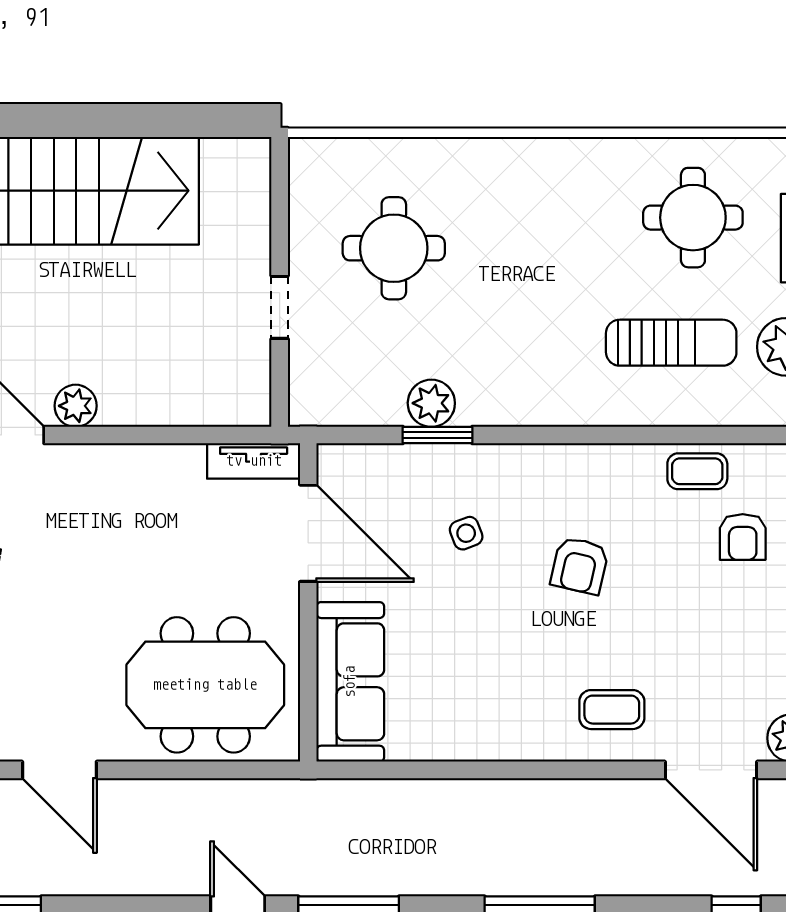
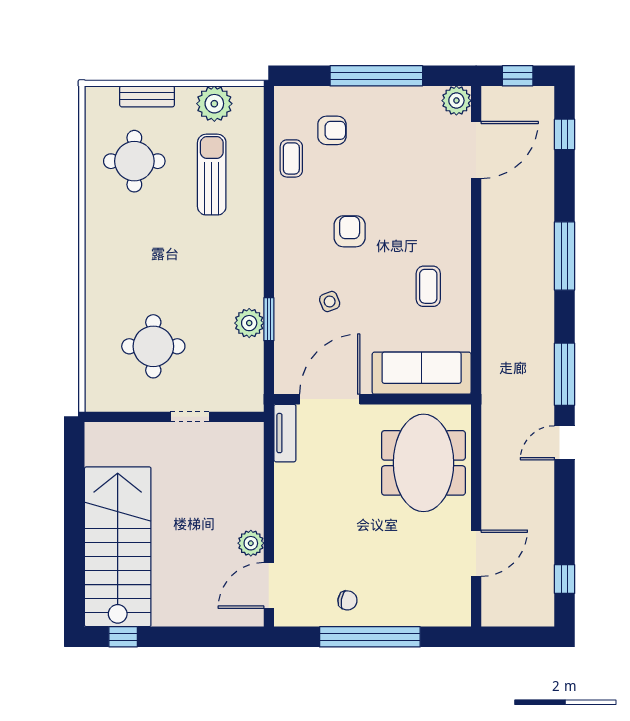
armchair: (580, 565) -> (350, 231), turned -103
coffee table: (612, 710) -> (428, 286), moved

